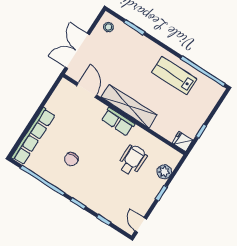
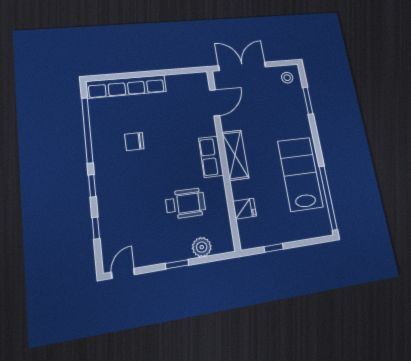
lab bench: (174, 76) -> (300, 174), width x1.36, depth x1.39
shelving: (129, 106) -> (235, 155), width x0.68
fridge: (182, 141) -> (245, 209), moved, turned 90

